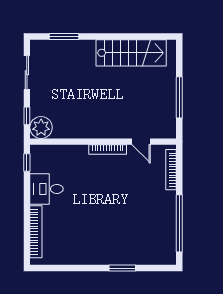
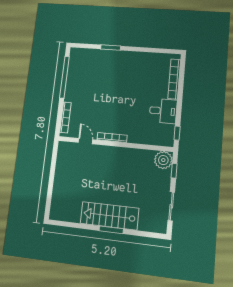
window: (64, 37) -> (111, 230), moved
stairs: (131, 53) -> (109, 216), moved
window: (179, 97) -> (52, 173), removed

